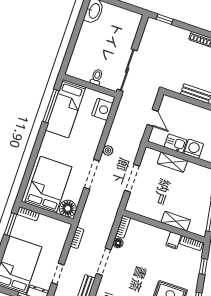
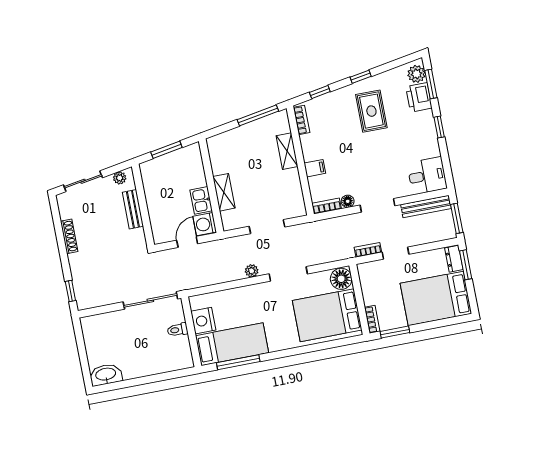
nightstand: (102, 109) -> (203, 321), moved, turned -90
washing machine: (194, 149) -> (205, 224), moved
filing cabinet: (174, 240) -> (315, 168), moved
doorway: (58, 274) -> (395, 253), moved

